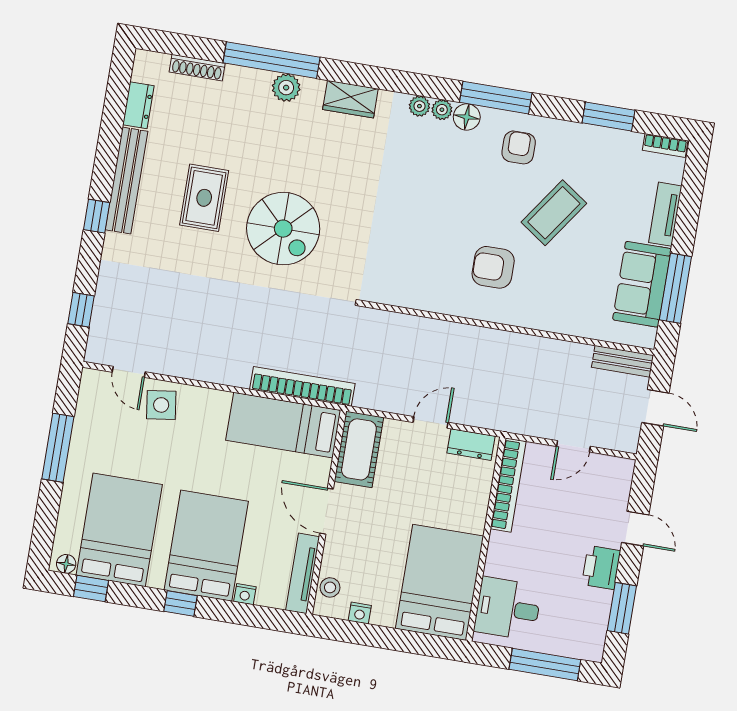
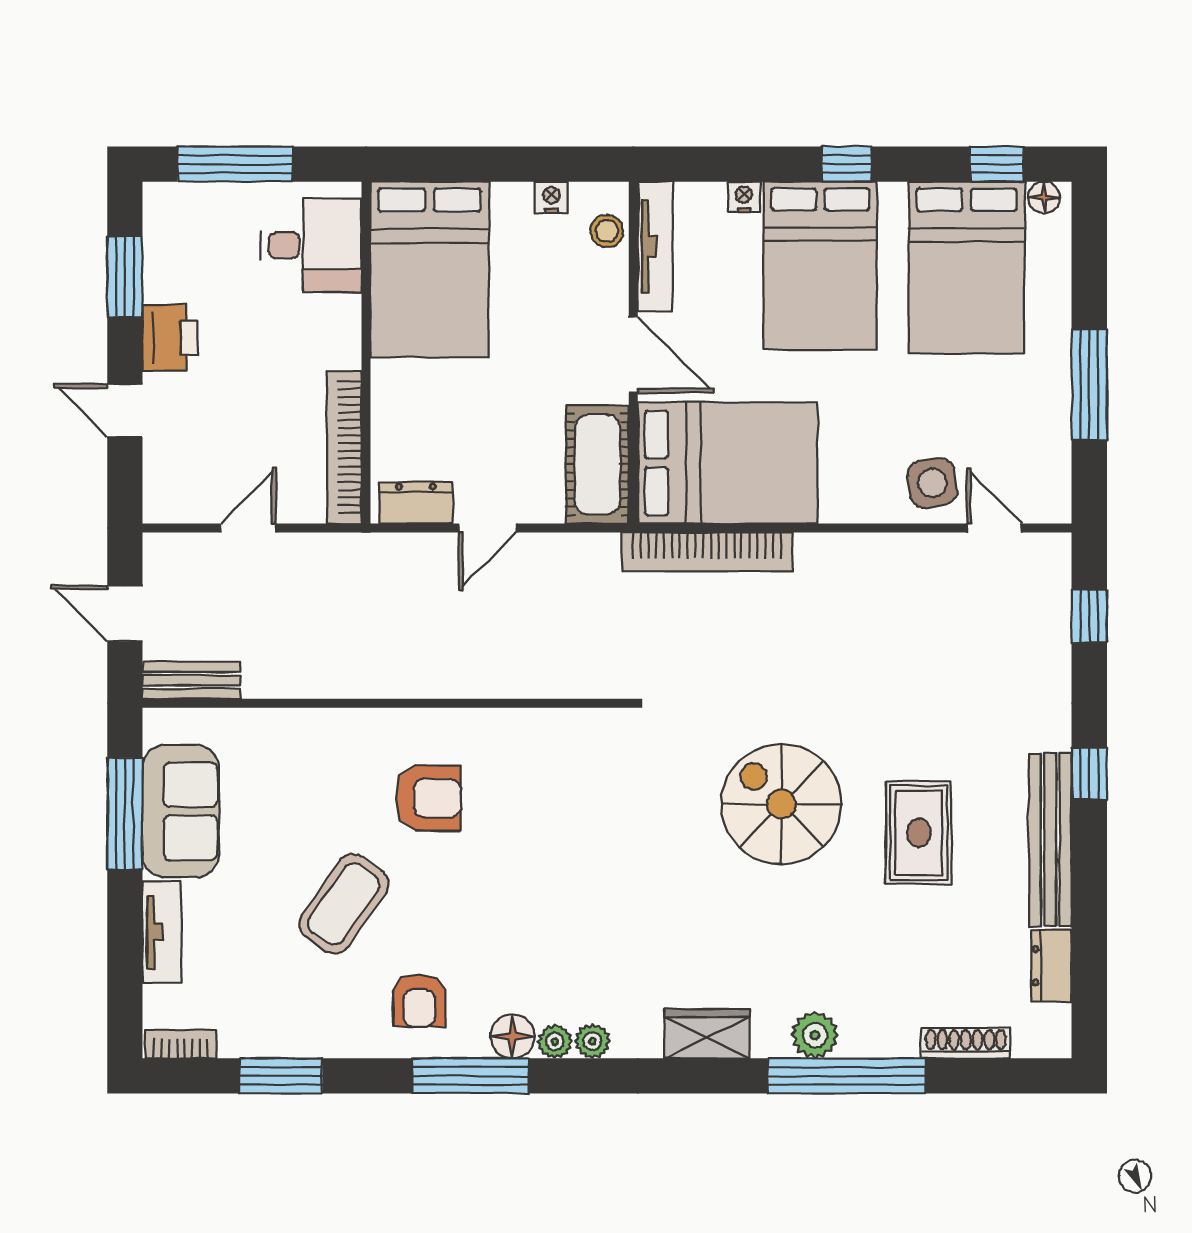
bed: (283, 425) -> (728, 463), width x1.50

